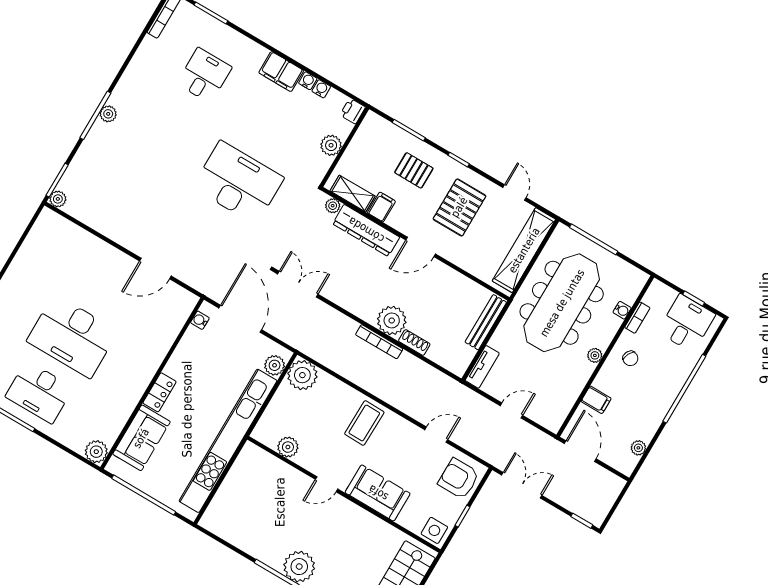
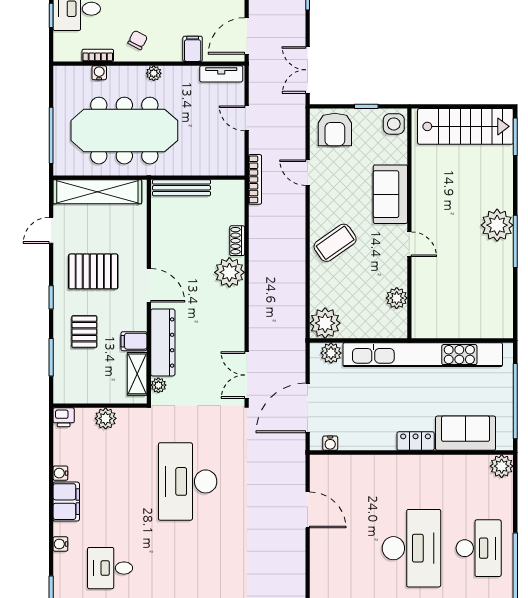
water cooler: (321, 89) -> (60, 544), moved
bookcase: (379, 342) -> (255, 179), moved
tv unit: (482, 367) -> (221, 74), moved, turned 180
coffee table: (364, 423) -> (335, 243), turned -36

